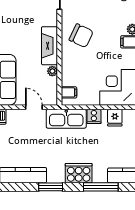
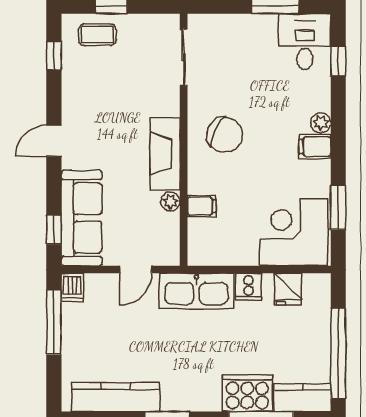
filing cabinet: (69, 92) -> (202, 206), moved
door: (34, 107) -> (136, 270), swing flipped
cooker: (79, 173) -> (247, 393), moved

